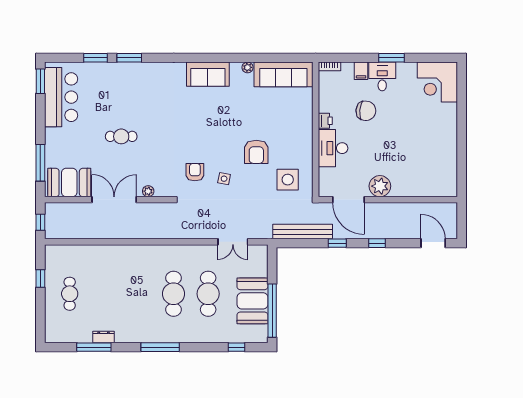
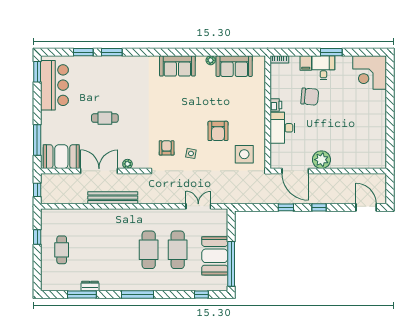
sofa: (283, 74) -> (234, 66), width x0.73
bench: (303, 232) -> (113, 198), moved
double door: (233, 242) -> (198, 206), swing flipped

